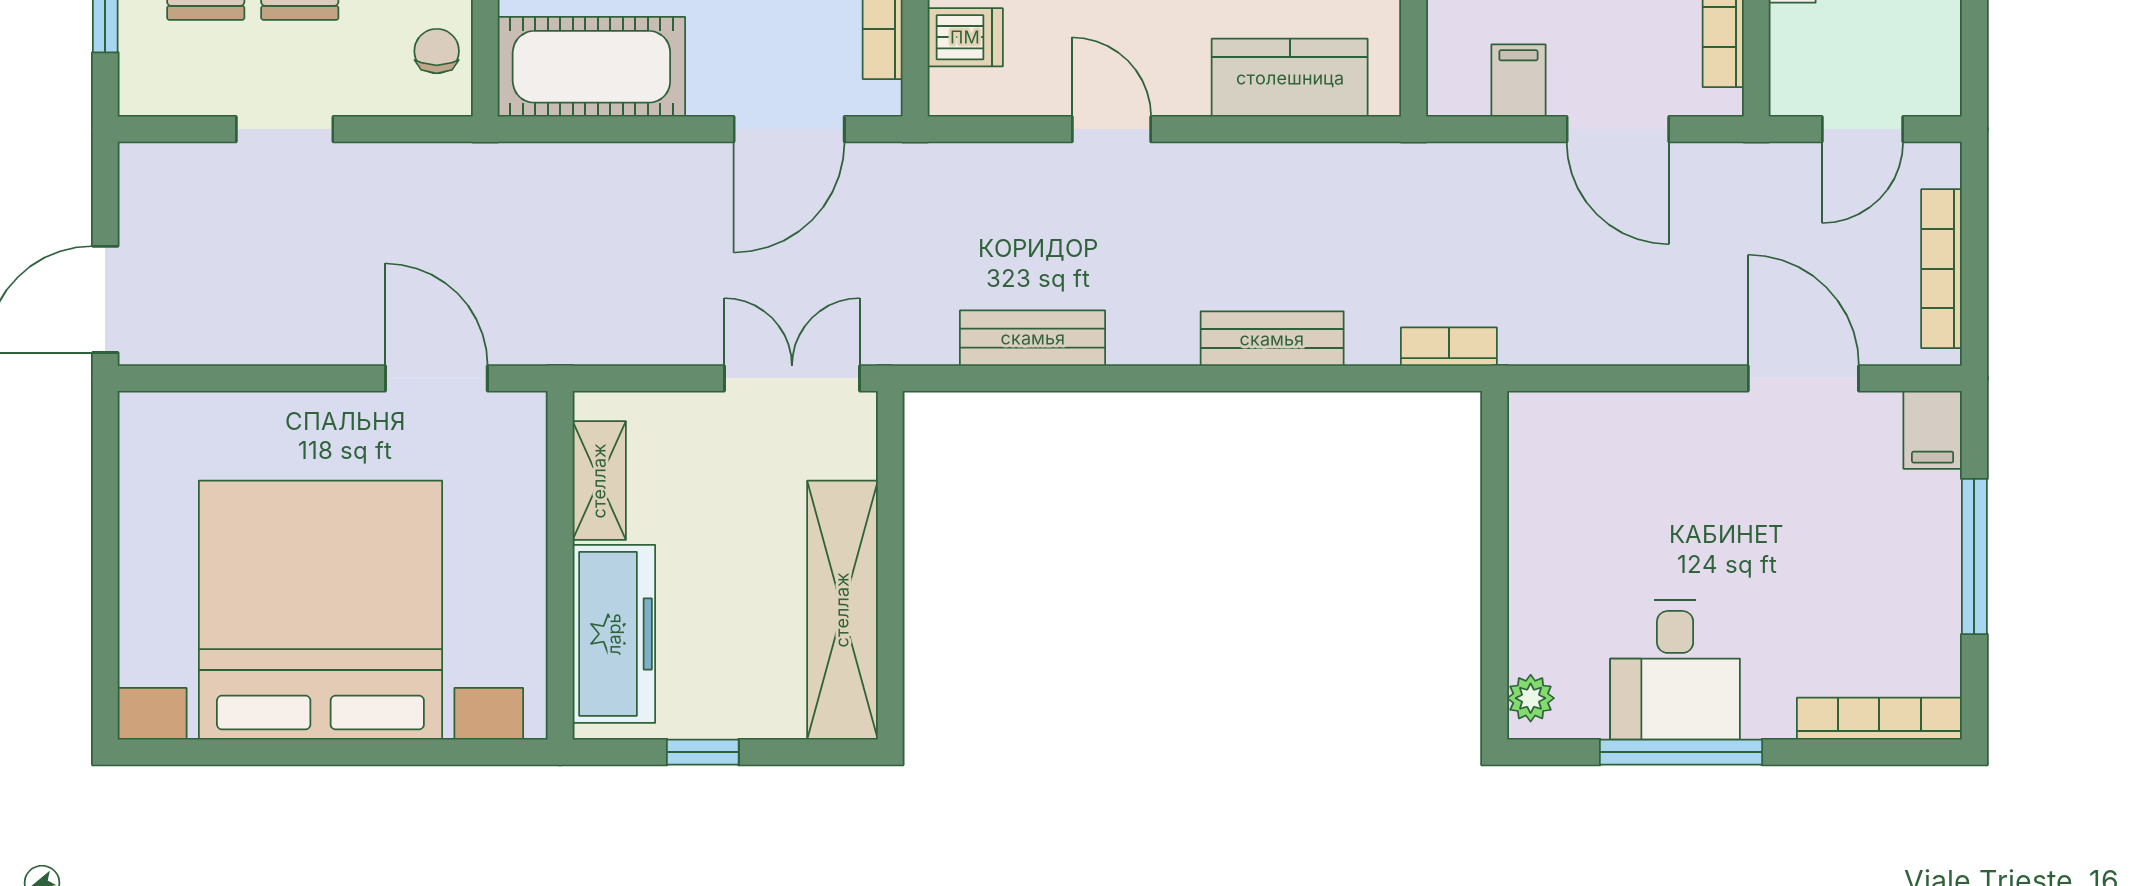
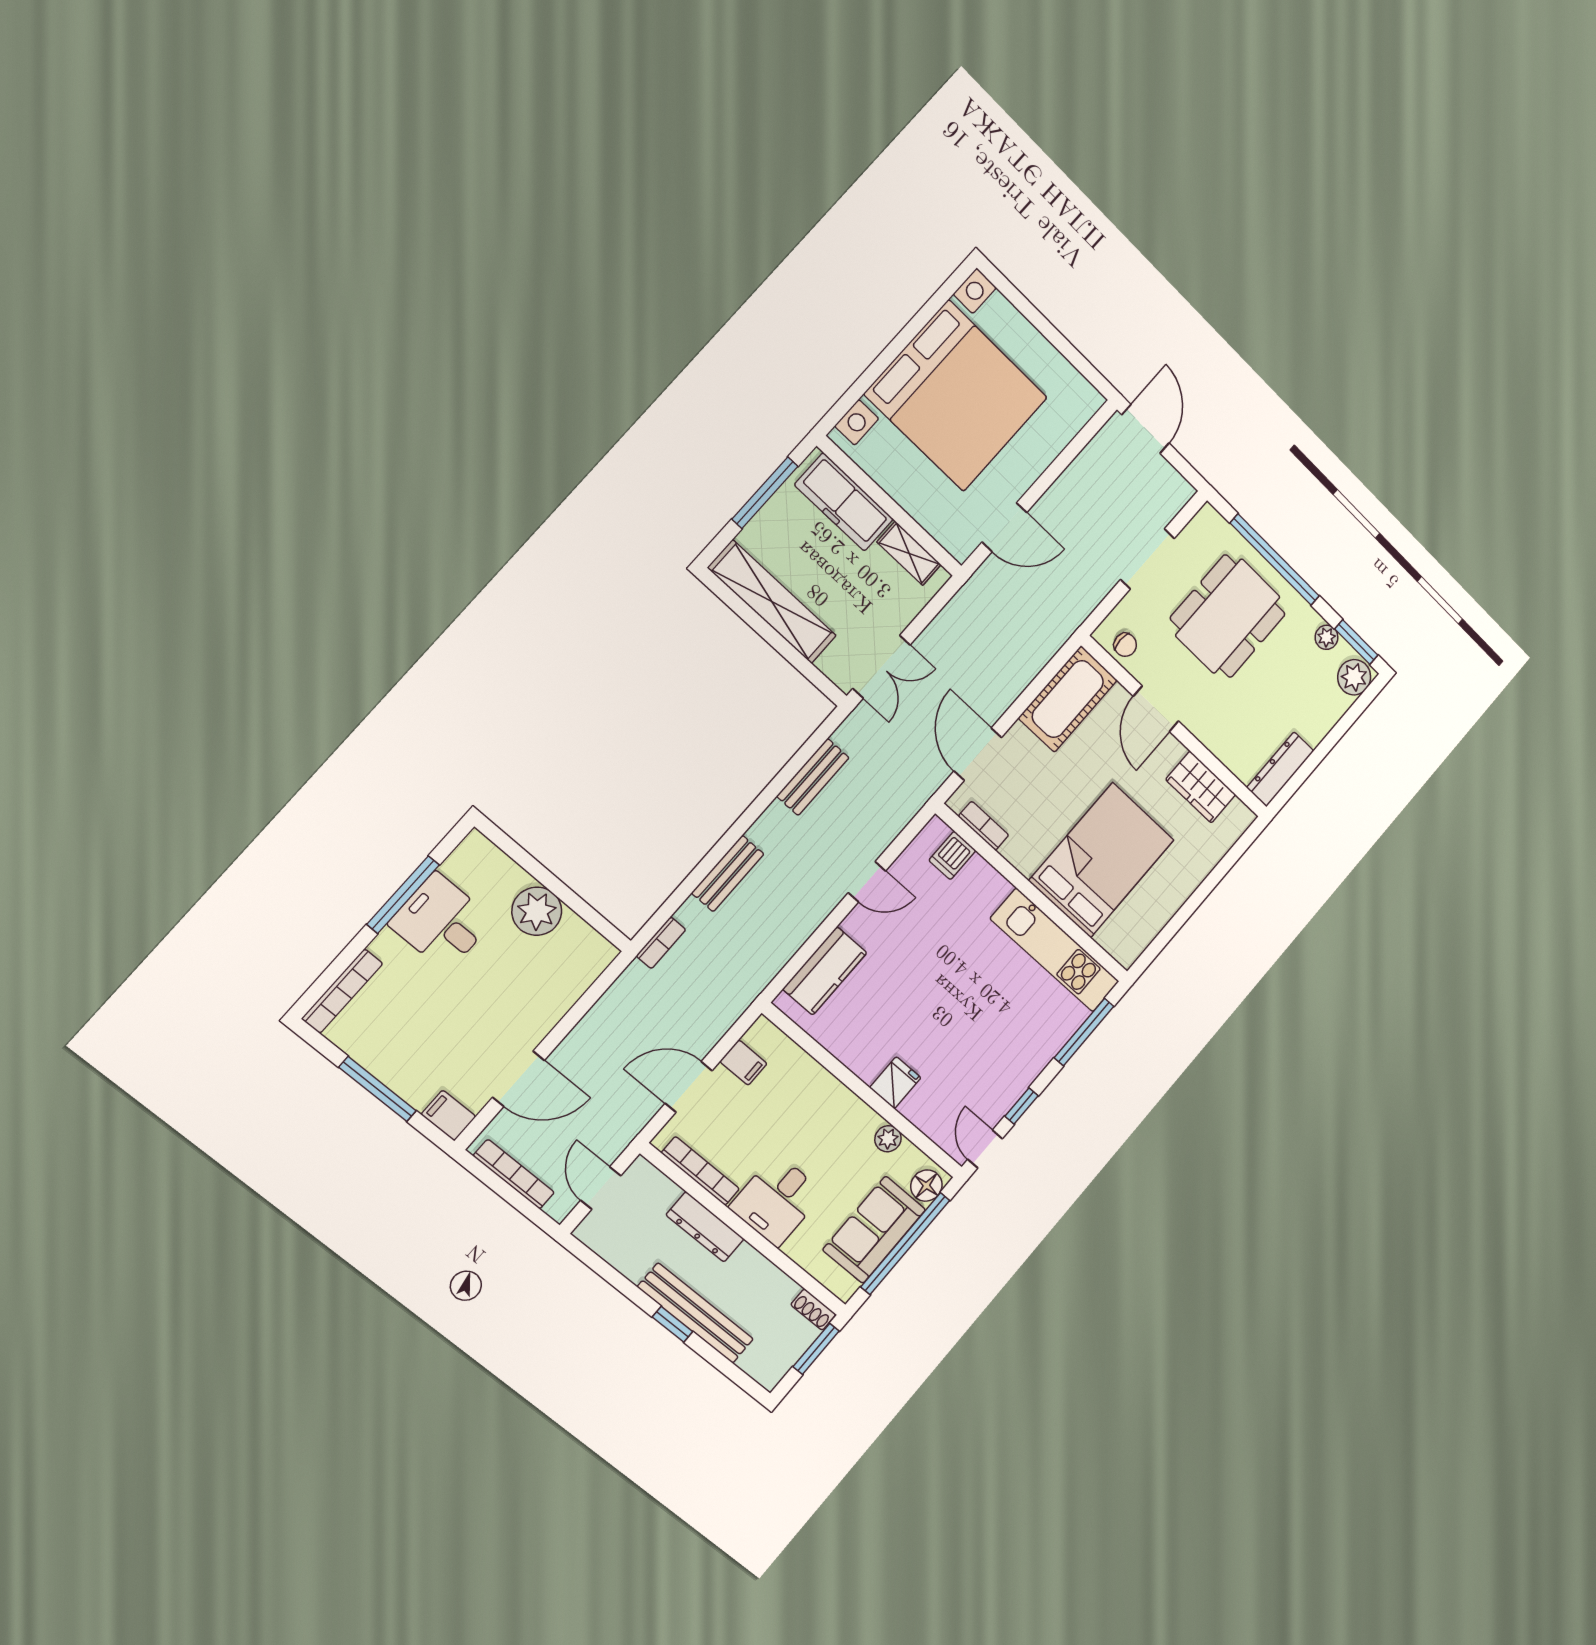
doorway: (285, 129) -> (1147, 559), width x1.38
plant: (1531, 698) -> (537, 911), moved, width x1.88, depth x1.88
window: (703, 752) -> (765, 493), width x2.17

